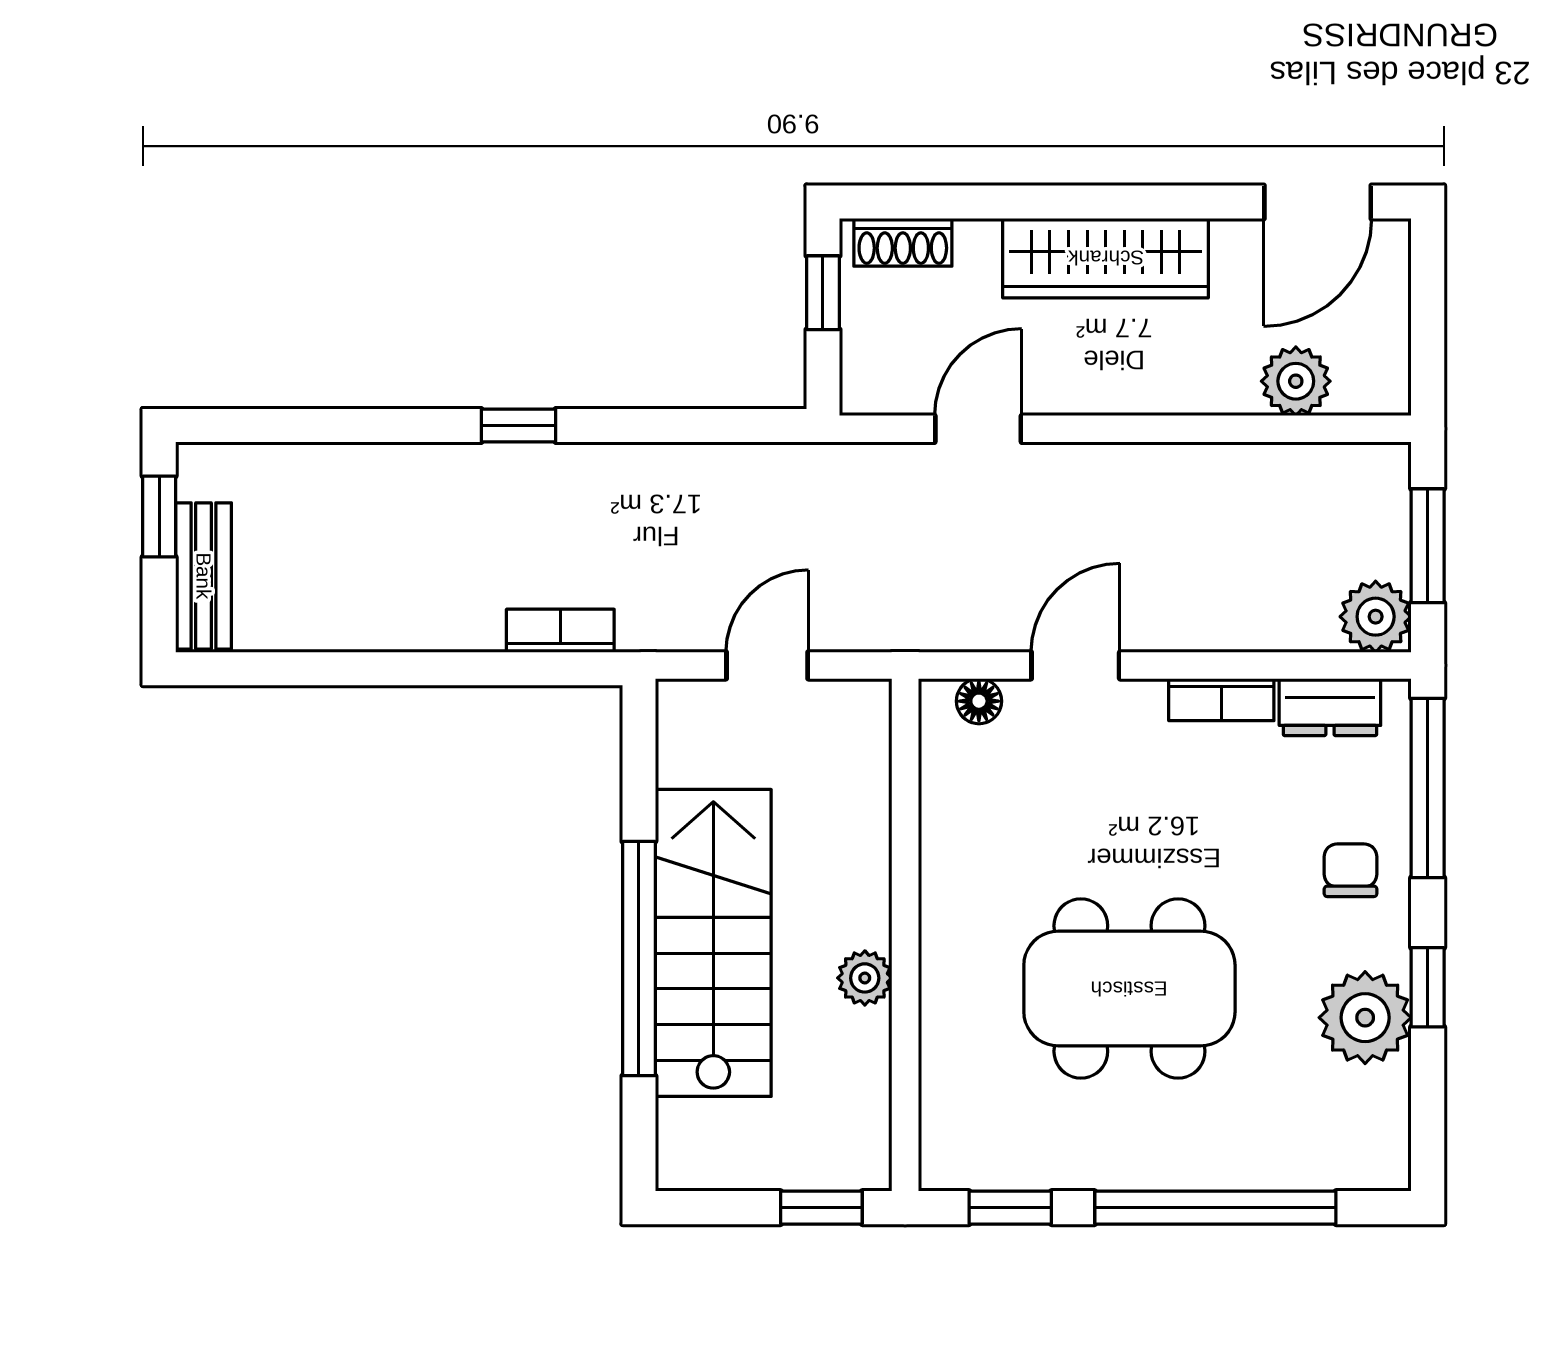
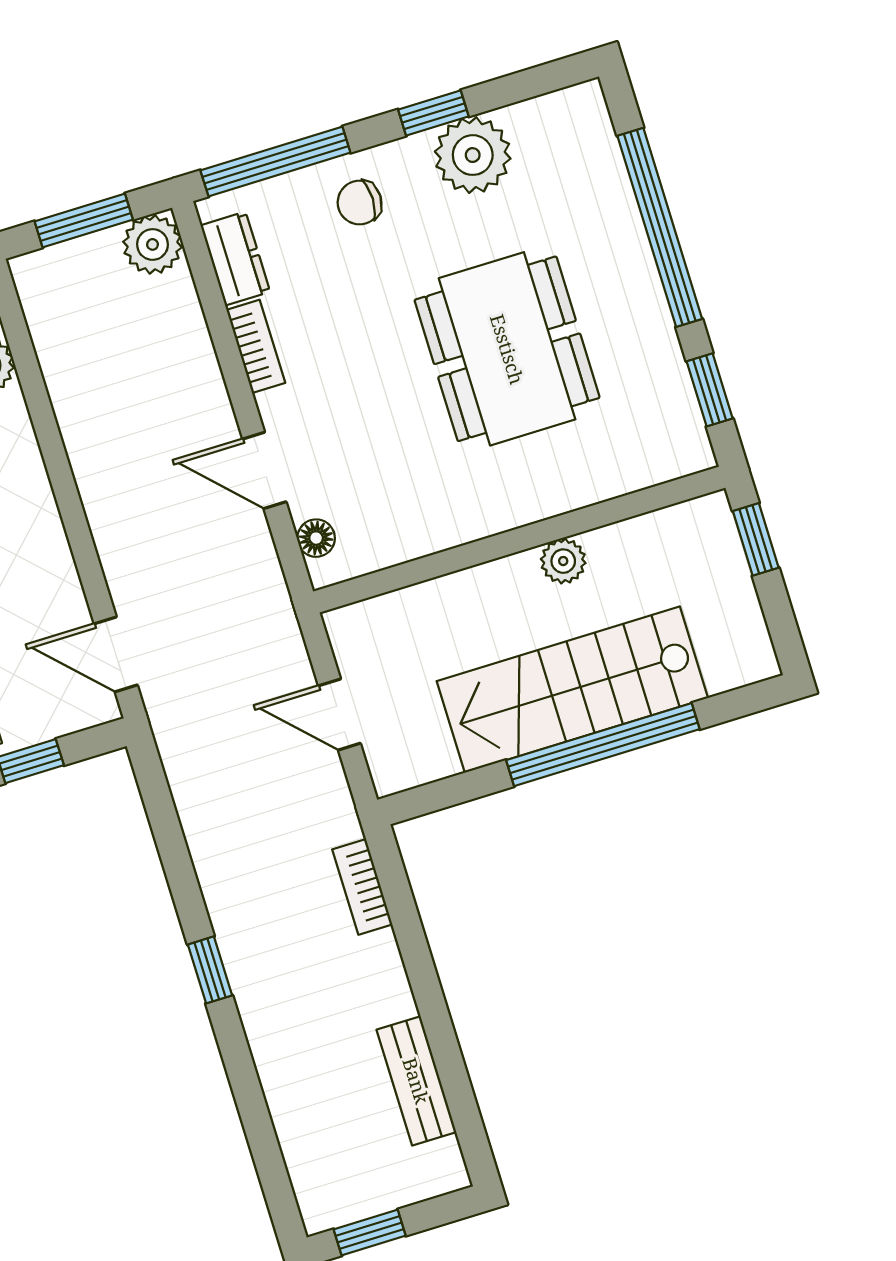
door: (978, 429) -> (116, 654), moved
bench: (204, 576) -> (416, 1081), moved, turned 90

